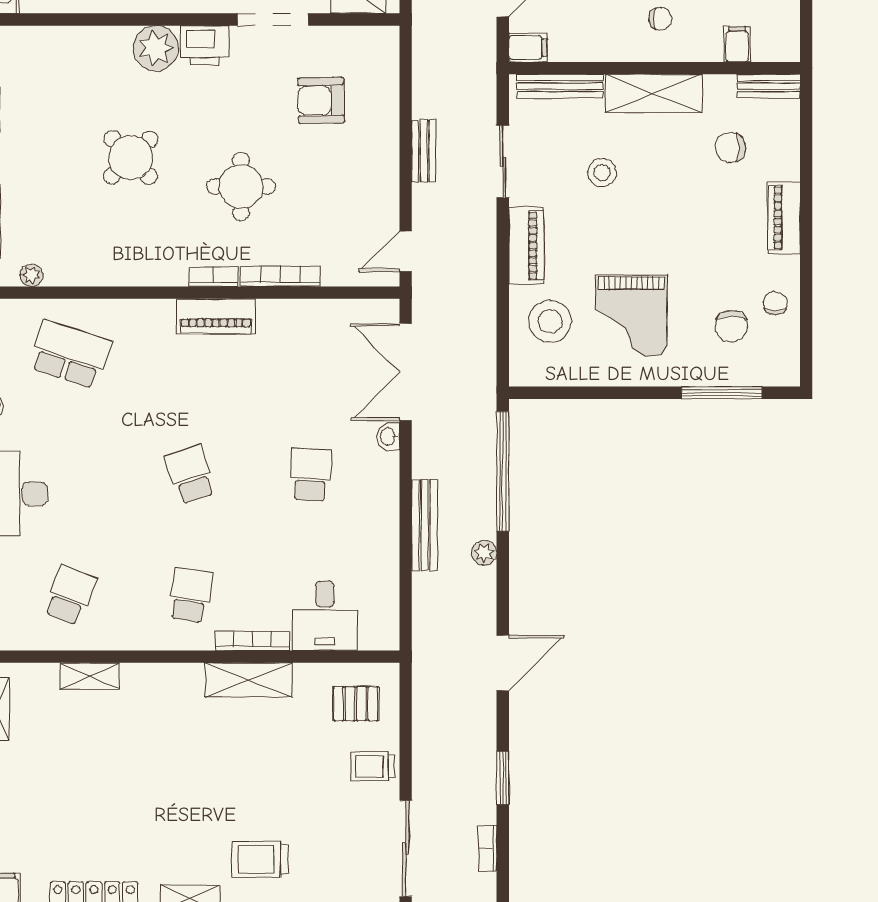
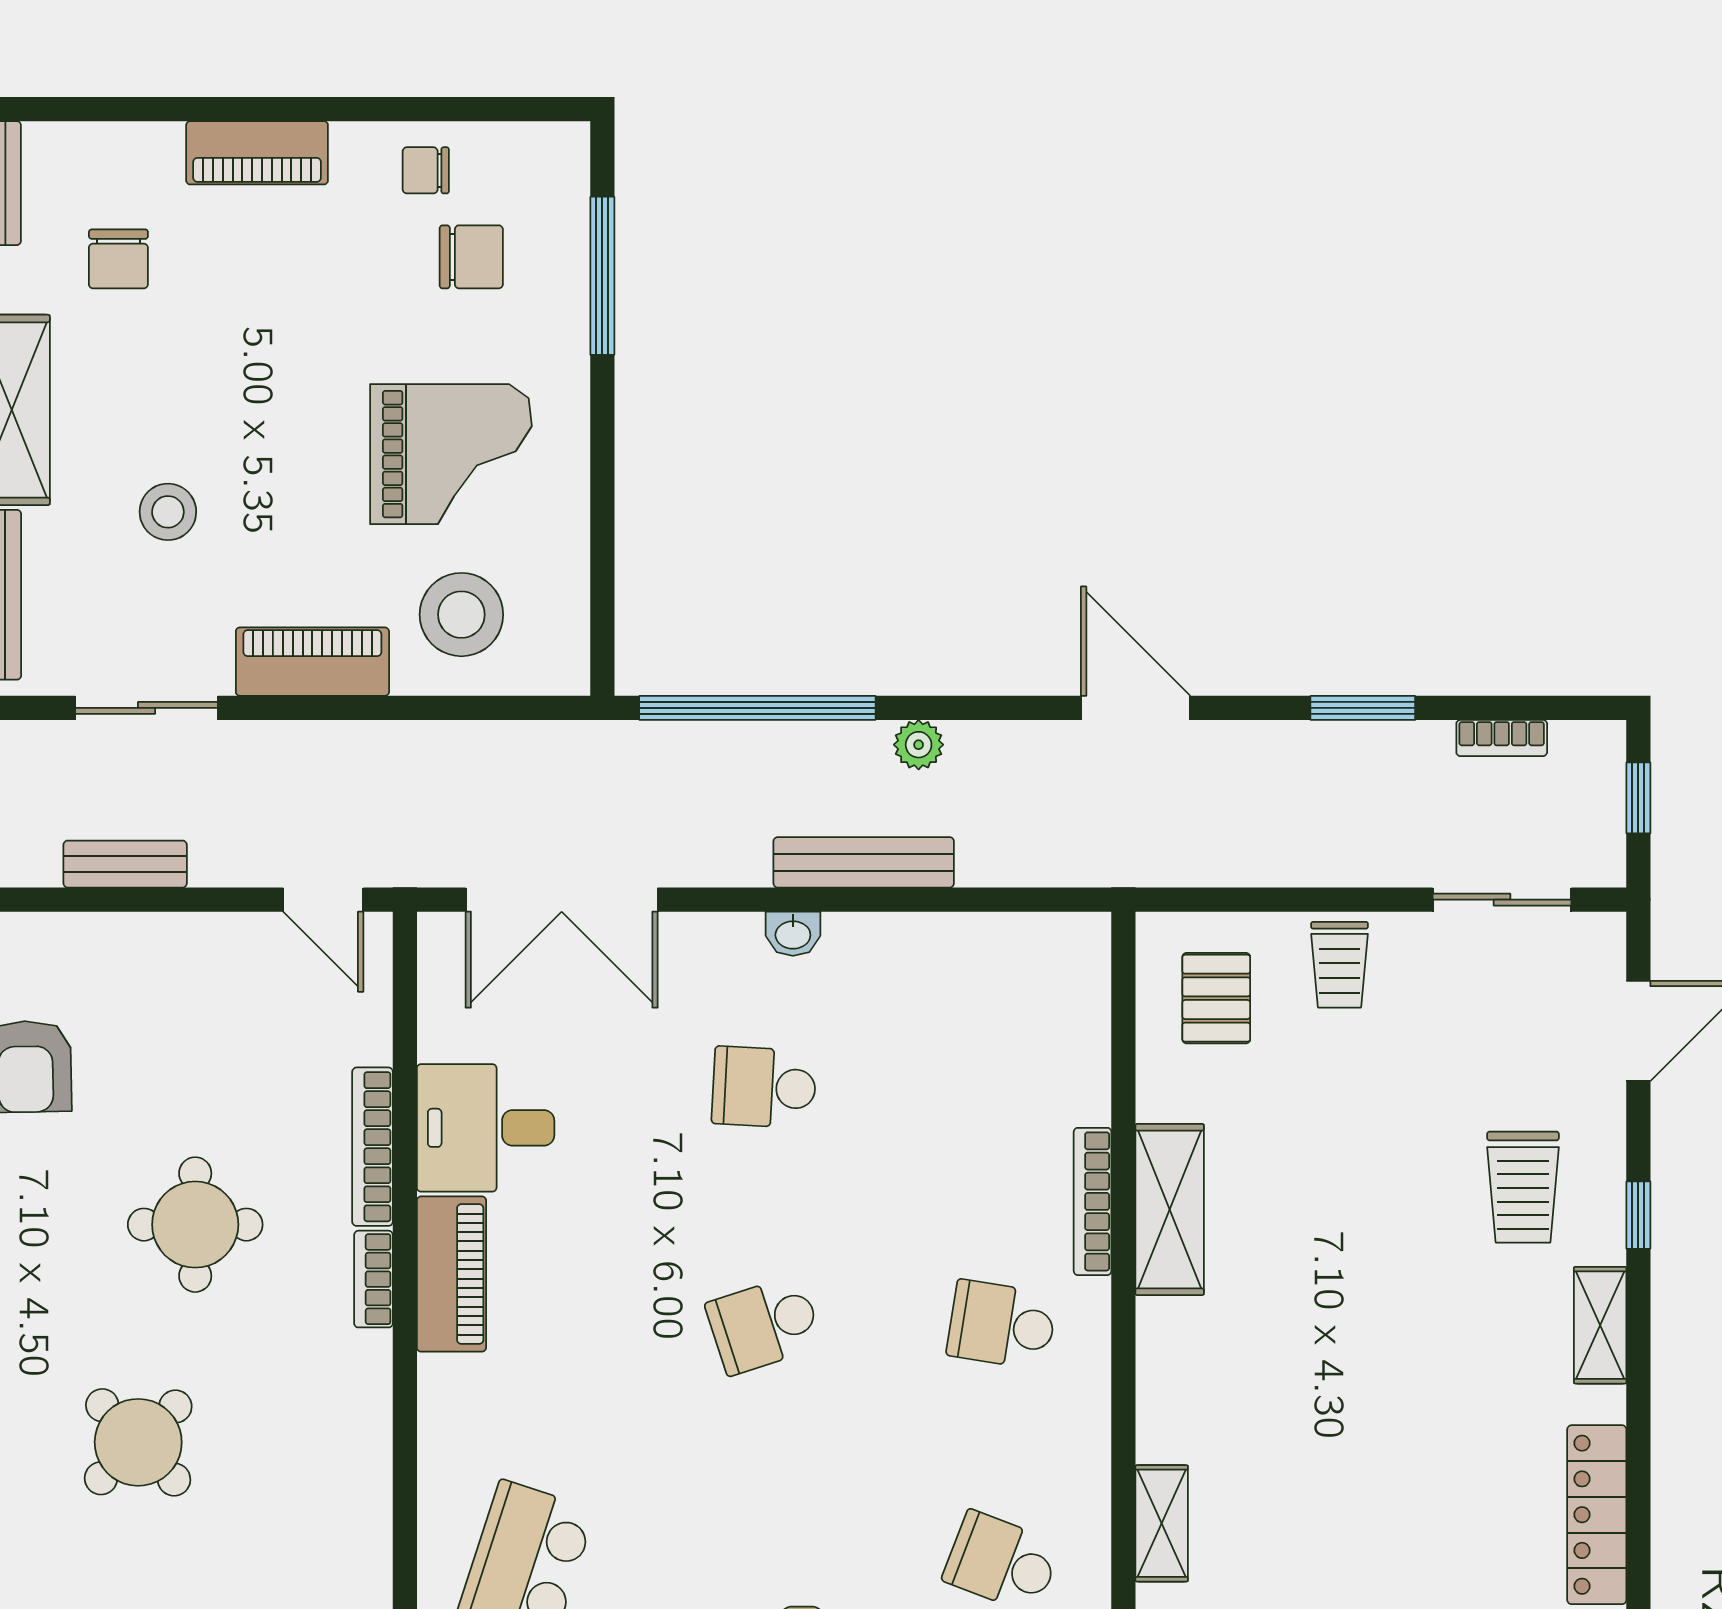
washbasin: (388, 436) -> (793, 934), moved
desk: (325, 616) -> (486, 1128), moved, turned 180
sliding door: (406, 848) -> (1502, 900), width x0.73

